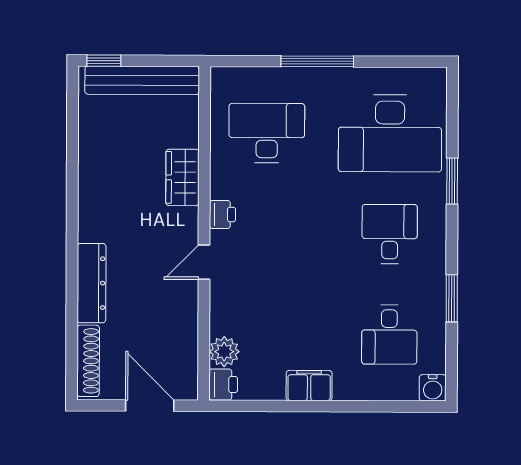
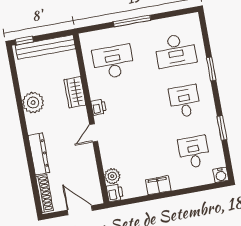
desk: (390, 133) -> (175, 51), width x0.73, depth x0.77
plant: (99, 182) -> (33, 103), added
desk: (389, 335) -> (194, 152), turned 180

